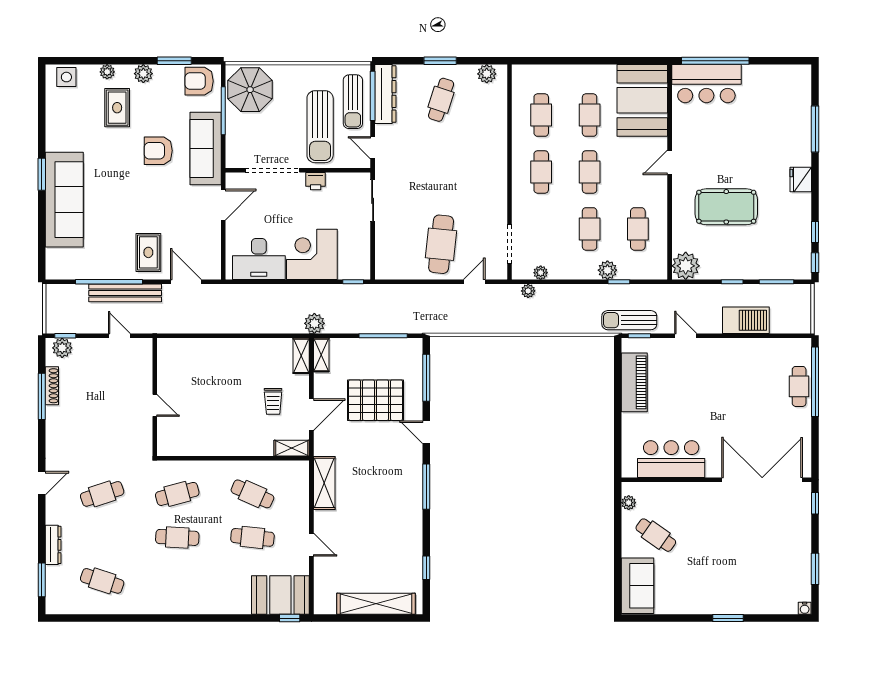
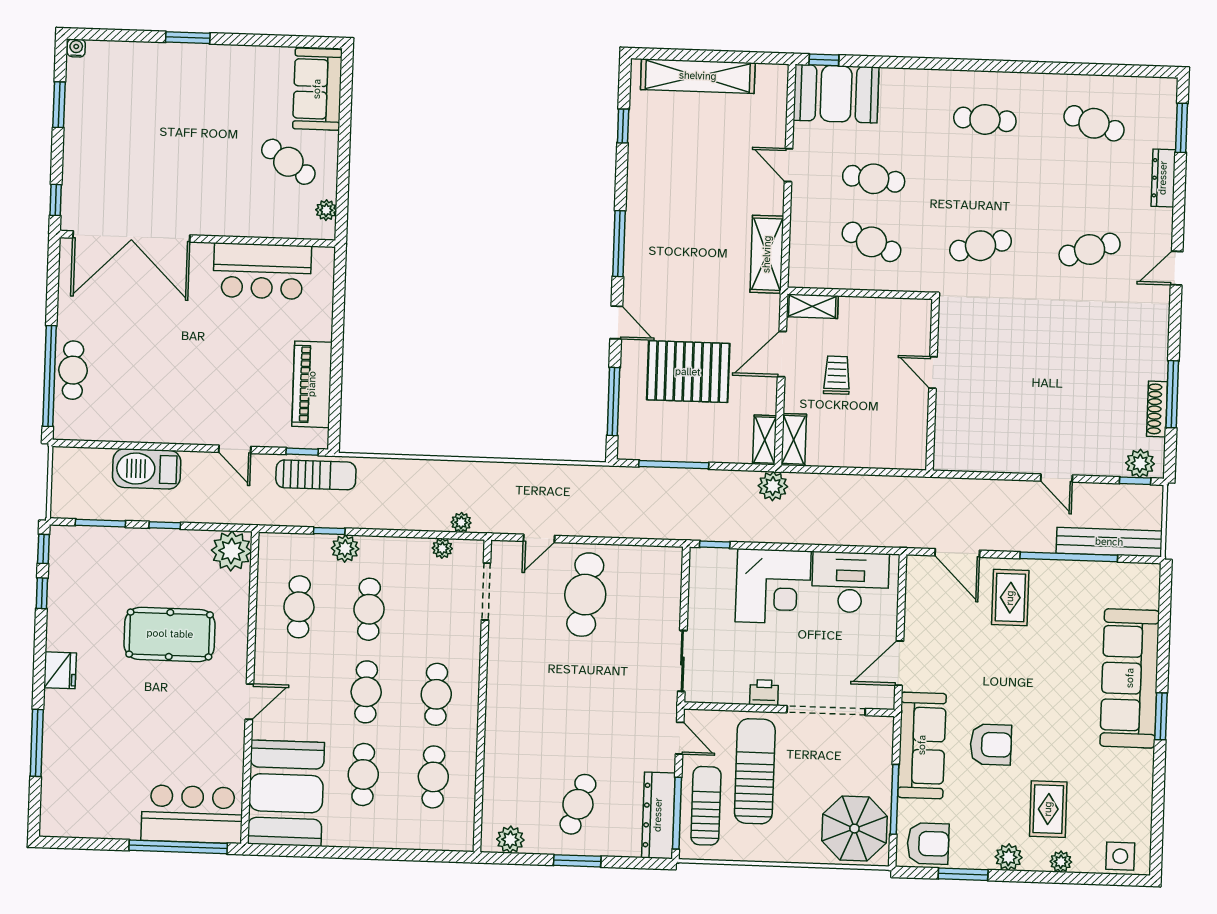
bench: (125, 293) -> (1109, 542), moved
wall: (155, 397) -> (933, 385), moved
door: (155, 405) -> (933, 373), moved
cafe table: (177, 537) -> (985, 119), moved

